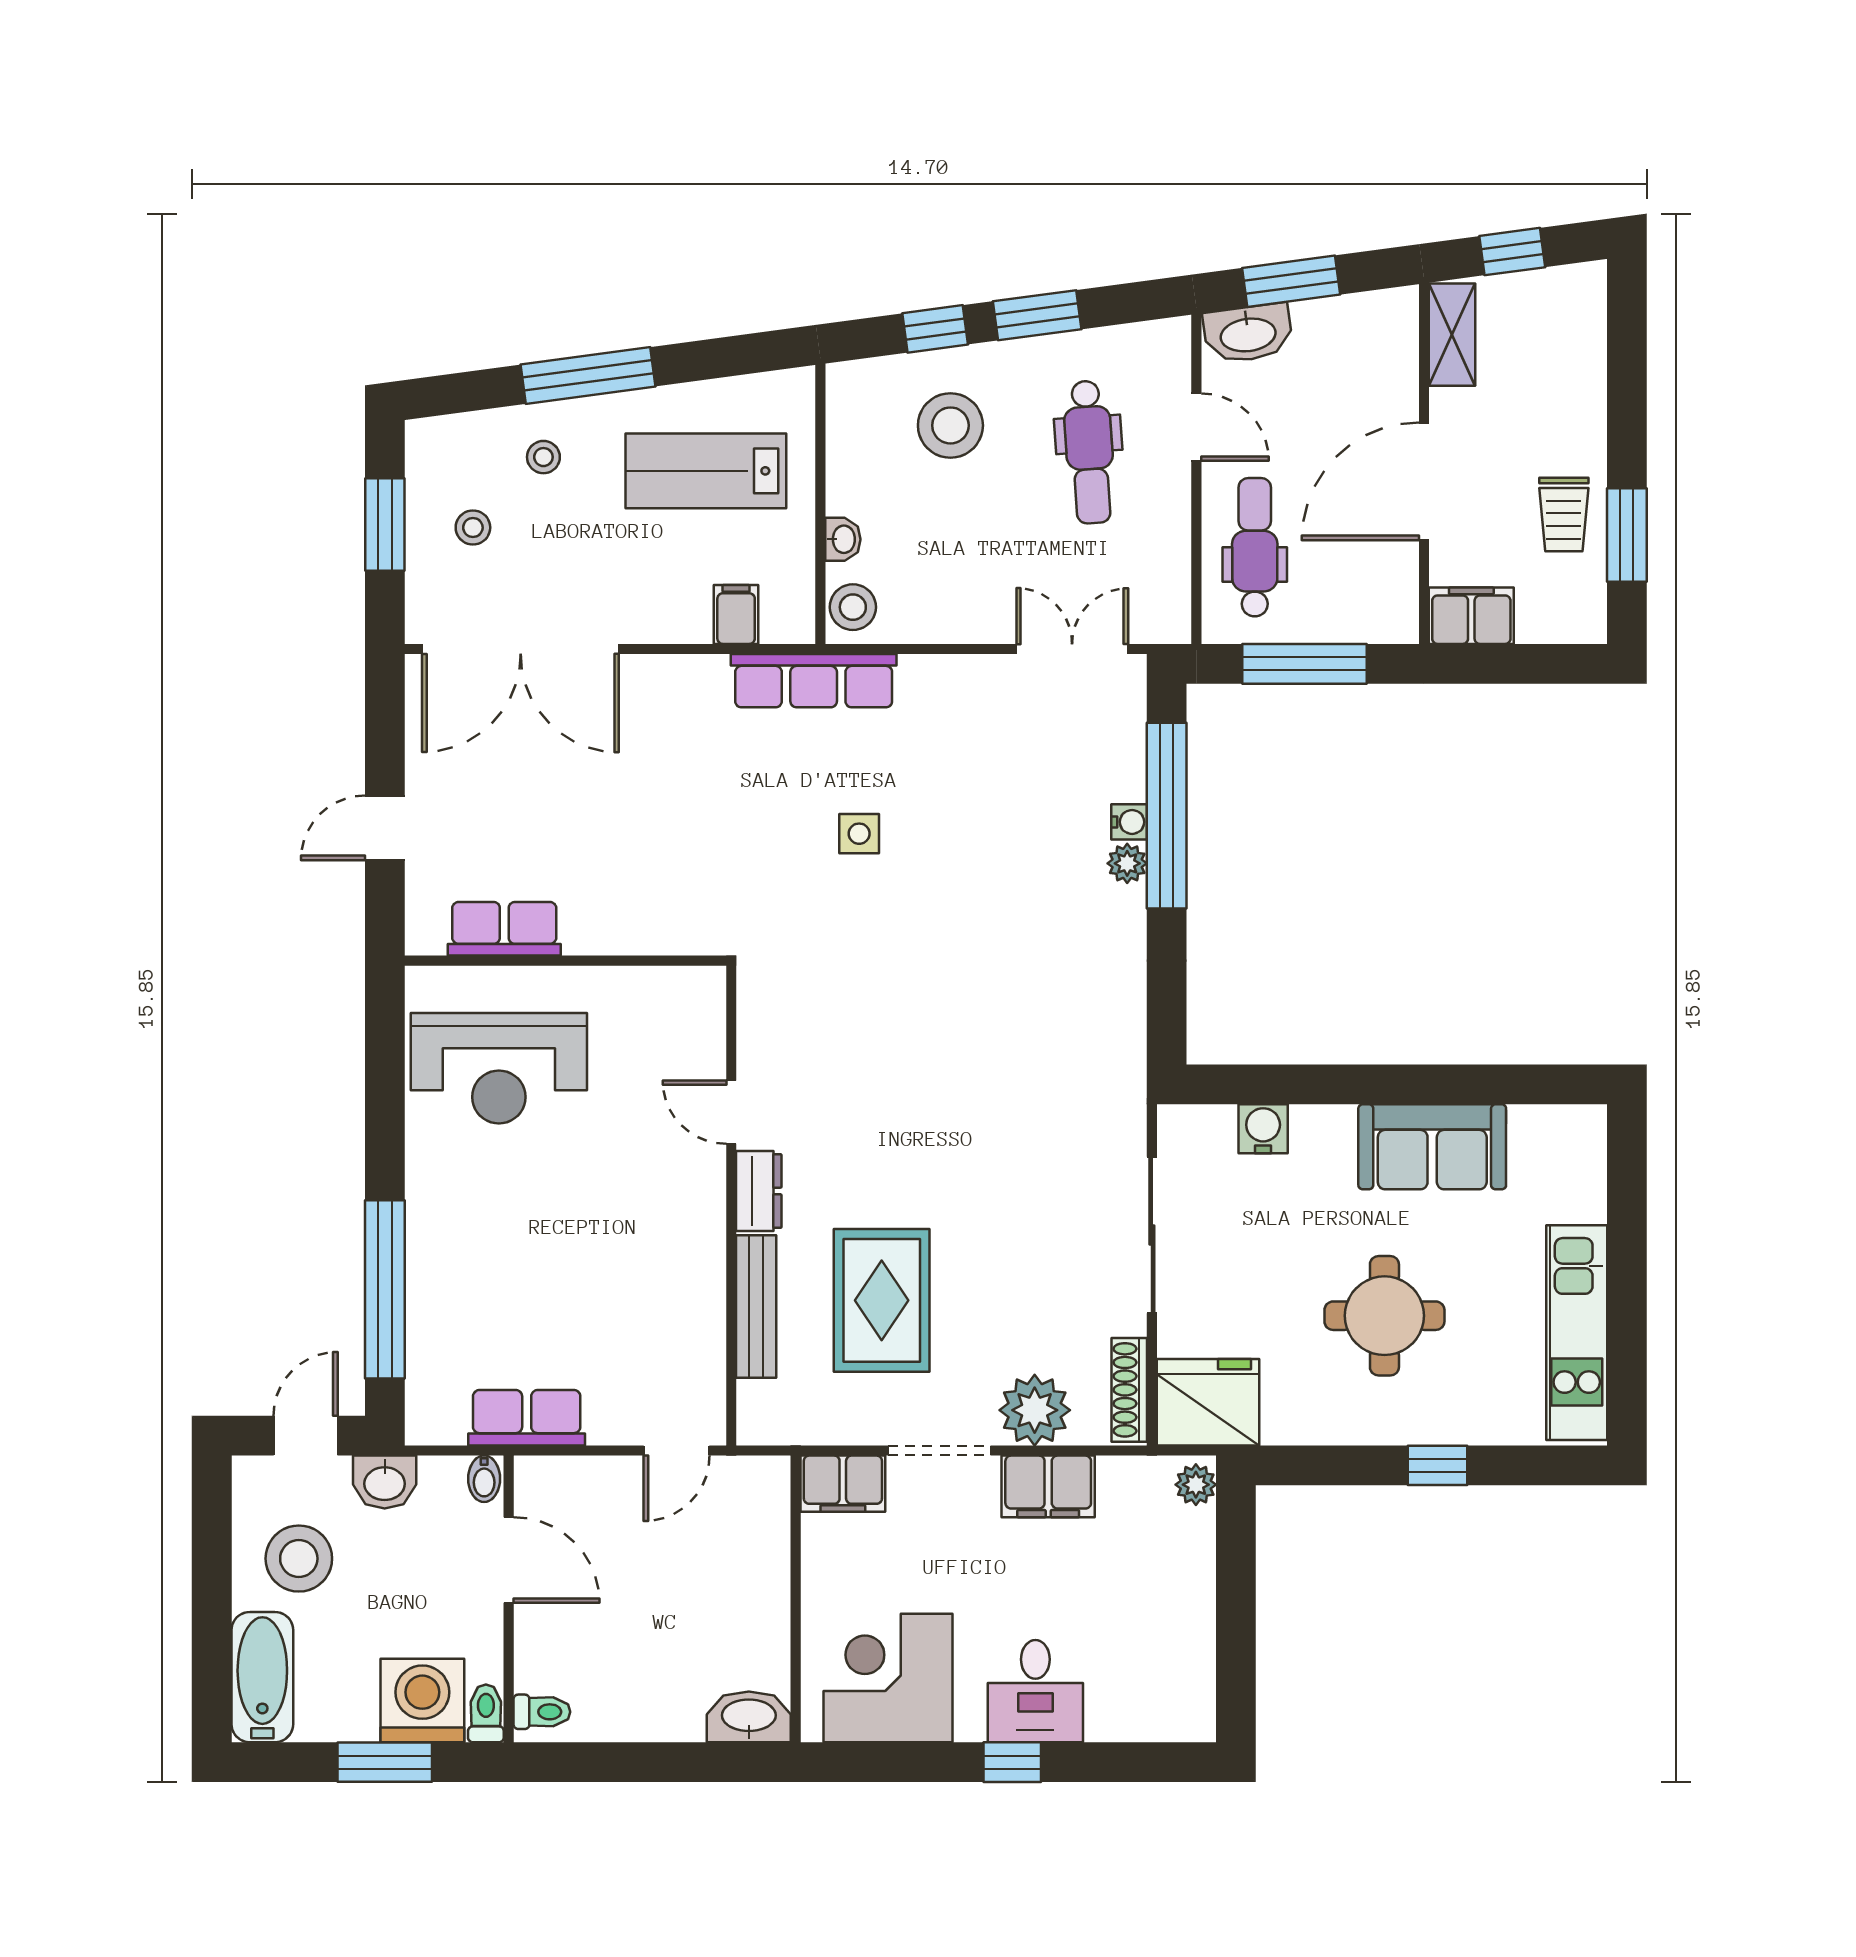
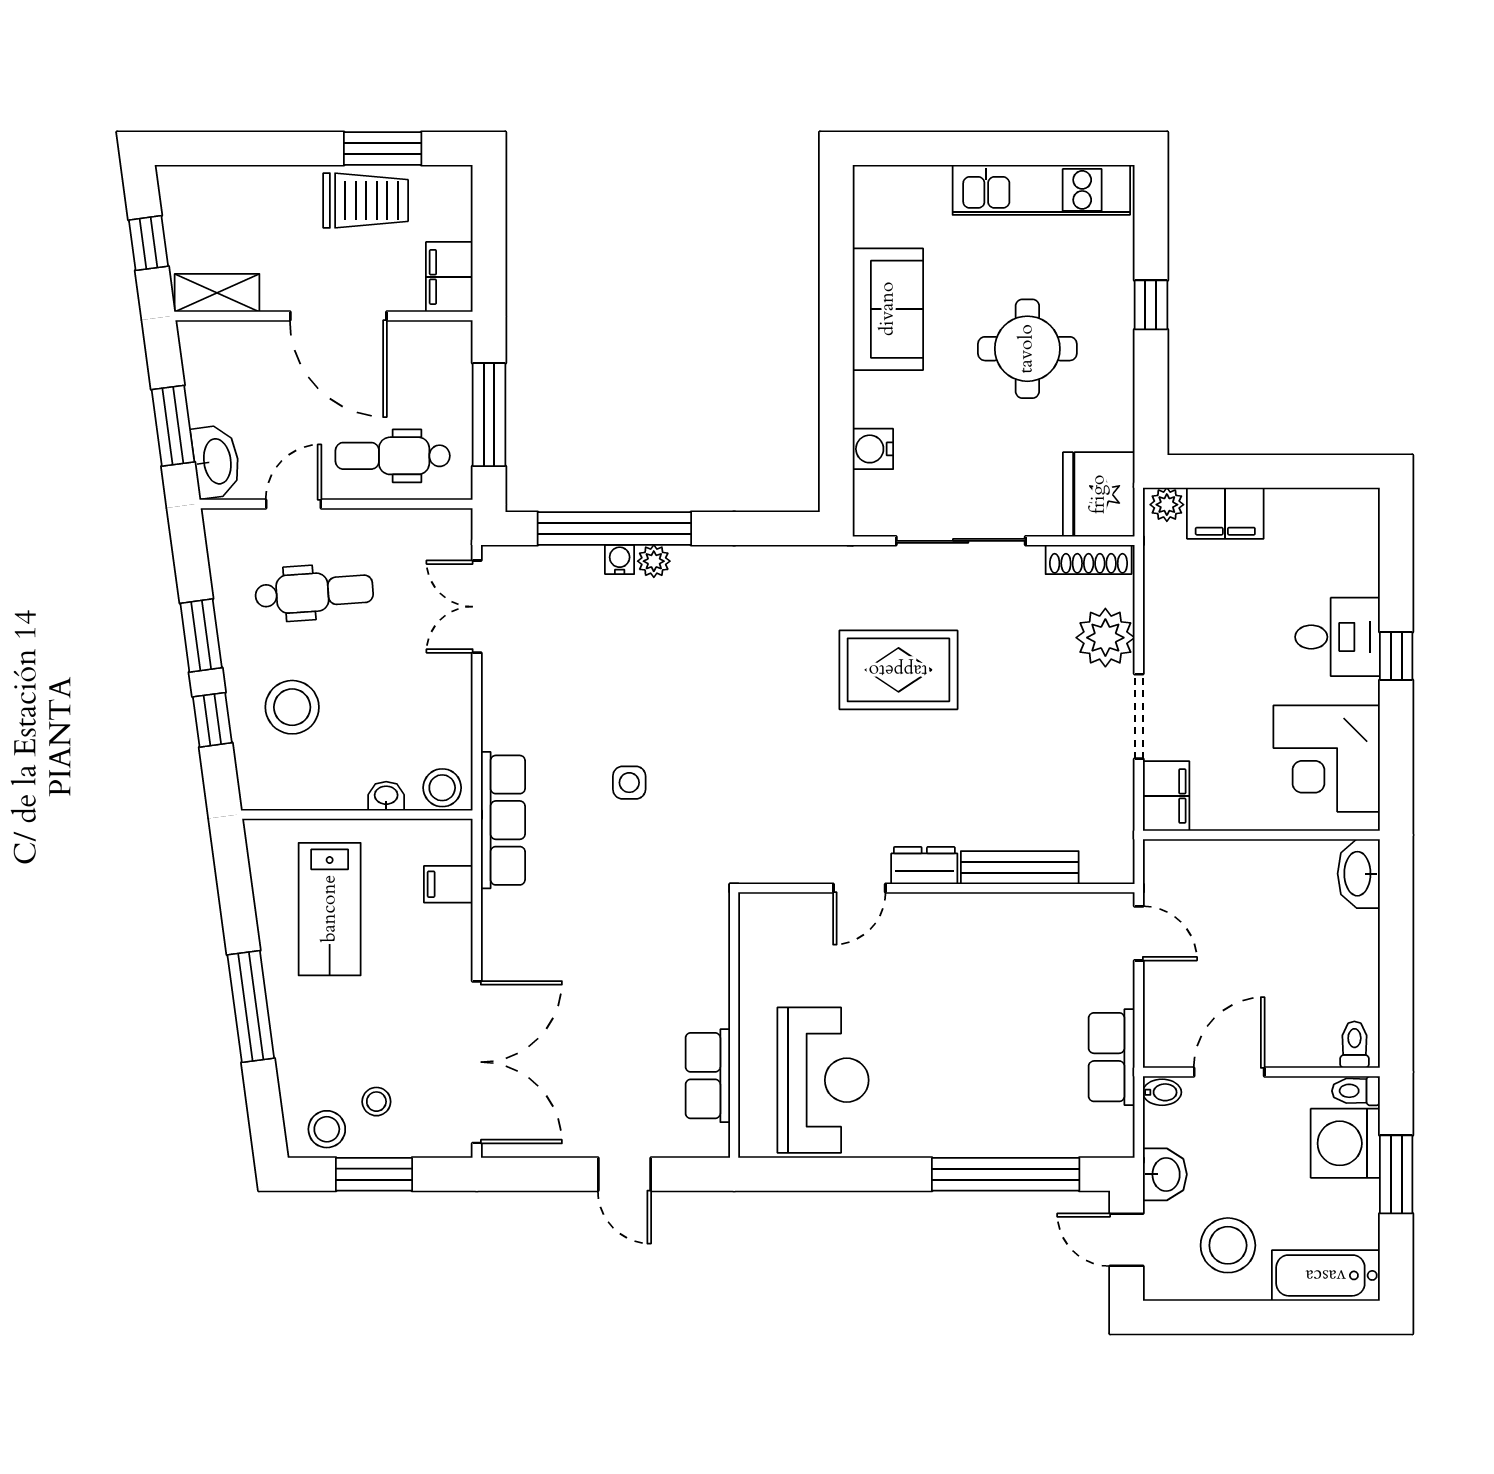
stool: (543, 457) -> (327, 1129), moved, width x1.37, depth x1.37
trolley: (1564, 514) -> (366, 201), width x1.36, depth x1.39
rug: (882, 1300) -> (898, 670), moved
filing cabinet: (1048, 1486) -> (1225, 513), moved, turned 90

